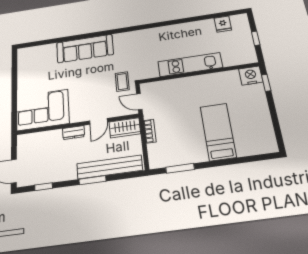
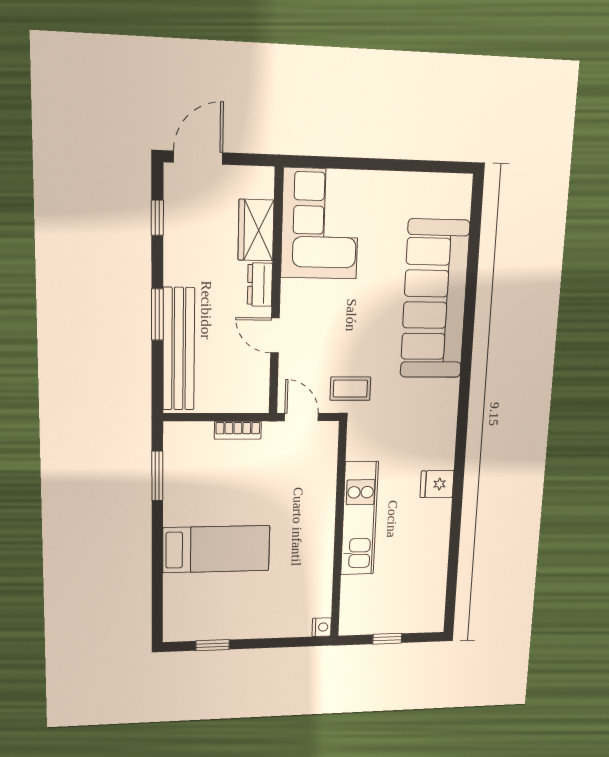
fridge: (223, 24) -> (437, 484), moved
sofa: (85, 49) -> (435, 299), width x1.36, depth x1.27
nightstand: (251, 76) -> (322, 627), width x0.53, depth x0.56
window: (266, 83) -> (213, 645), moved
door: (139, 102) -> (301, 417), hinge flipped
wardrobe: (125, 128) -> (256, 230), moved

